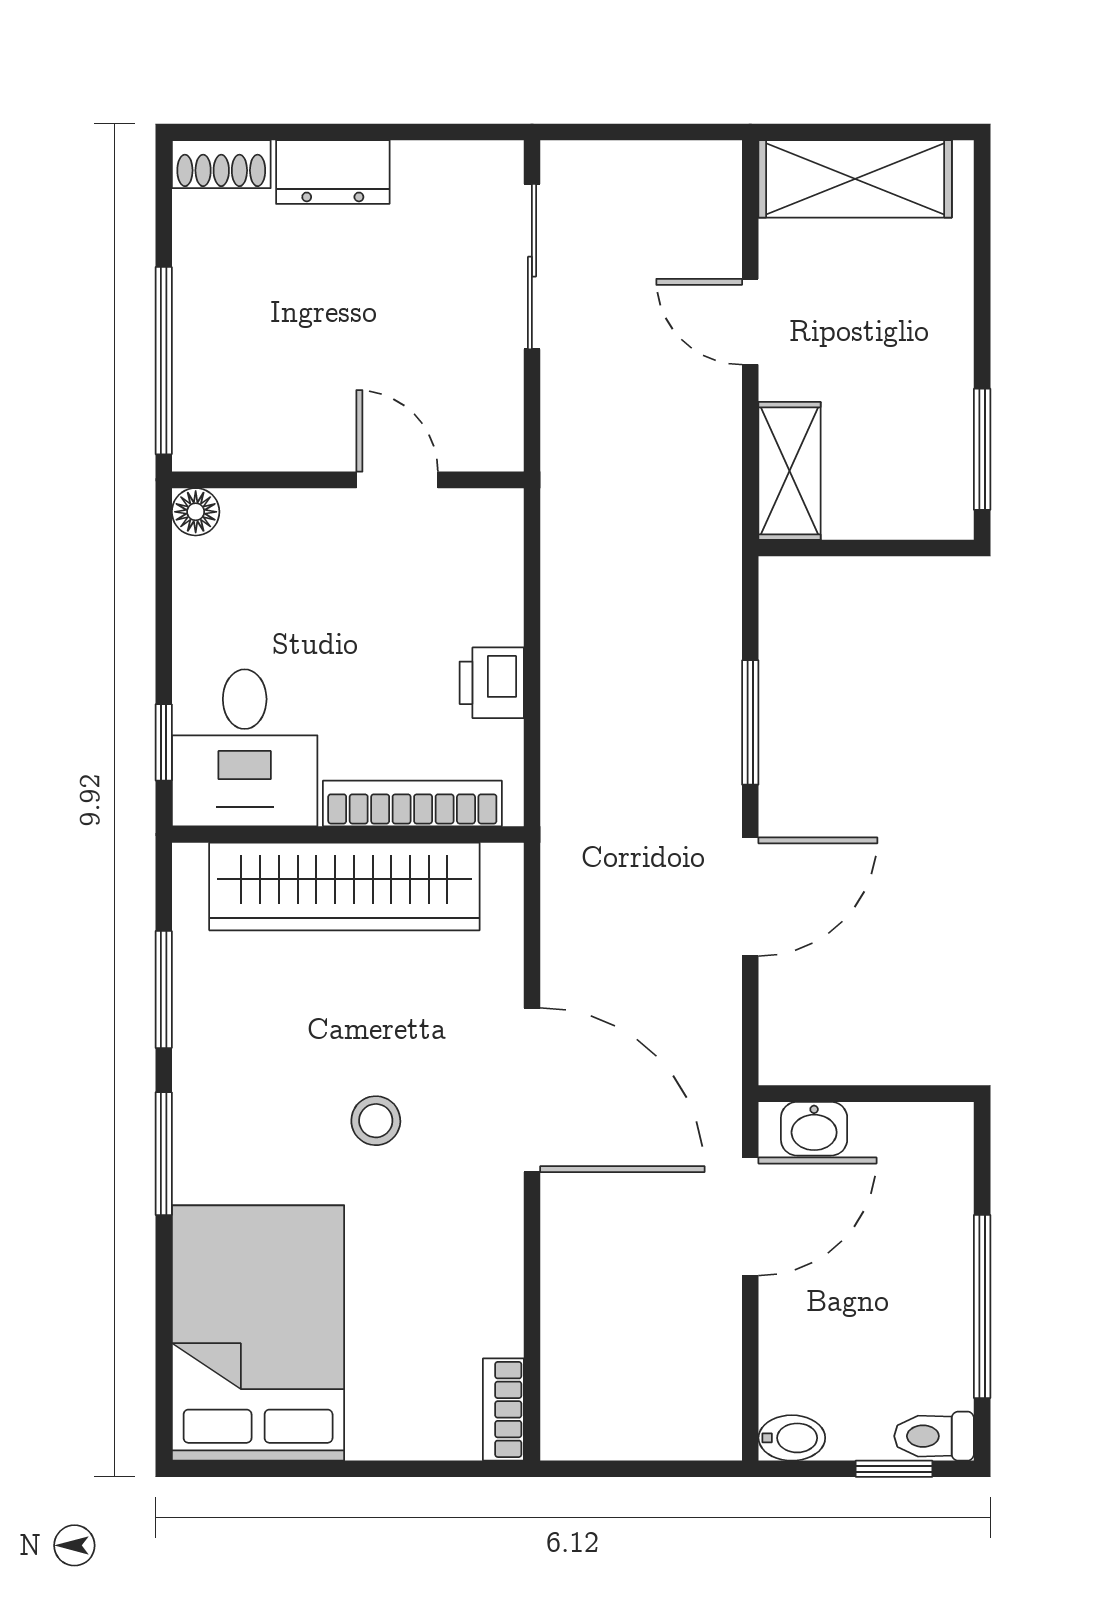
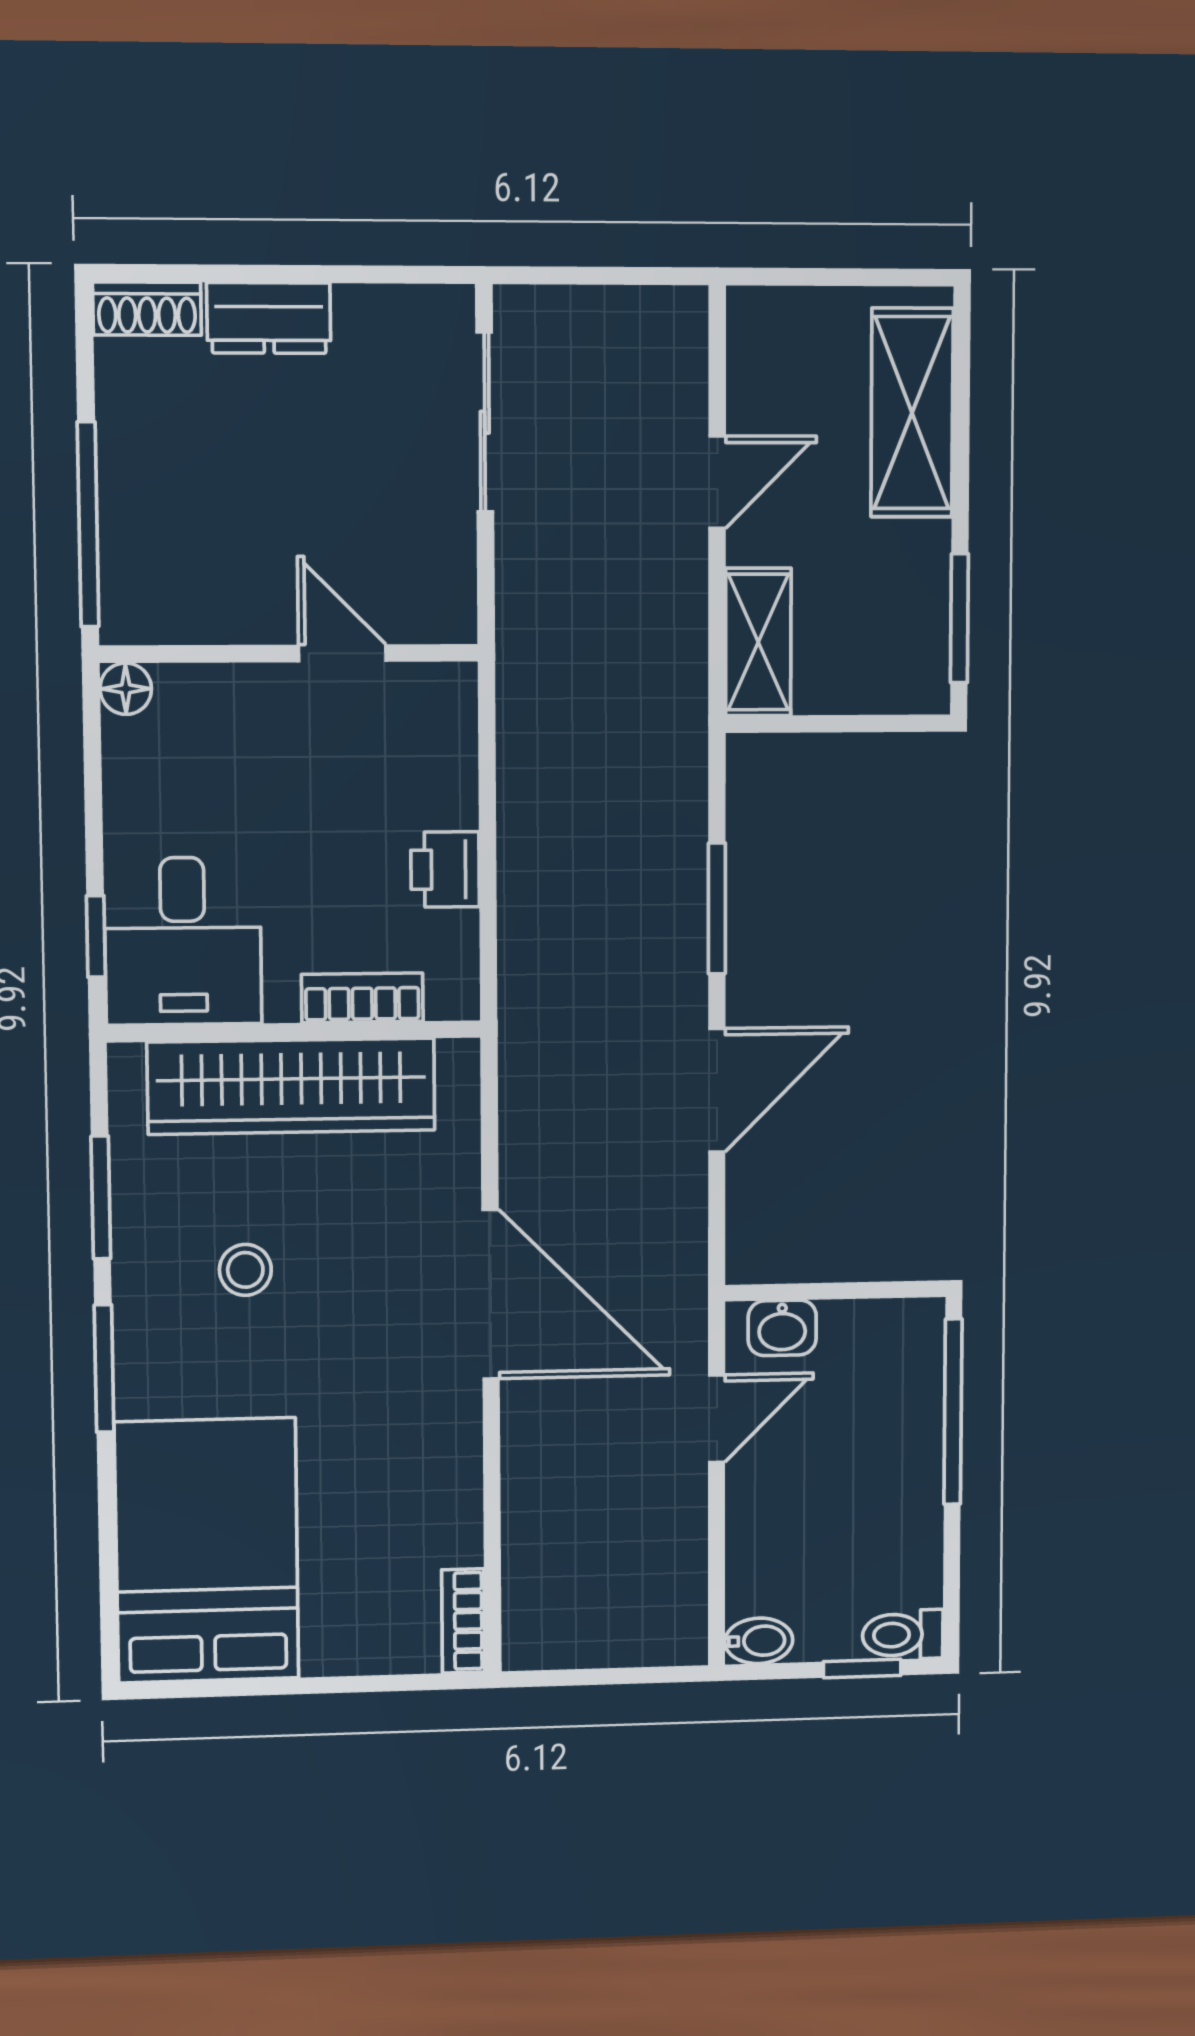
shelving: (855, 179) -> (912, 413), moved, turned 90
door: (750, 322) -> (717, 482), swing flipped
bookcase: (412, 803) -> (362, 998), width x0.64
stool: (376, 1121) -> (245, 1270), moved
door: (750, 1217) -> (717, 1419), width x0.73
window: (982, 1306) -> (953, 1412), moved

